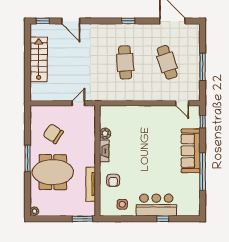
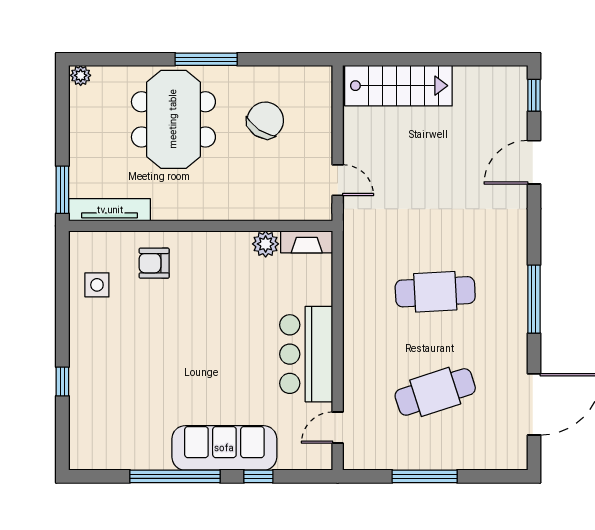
window: (128, 21) -> (534, 299), width x2.17
stairs: (39, 59) -> (398, 86), moved
window: (203, 122) -> (258, 476), moved
fireplace: (104, 151) -> (307, 242), moved
tv unit: (91, 184) -> (110, 210), moved
bar counter: (156, 205) -> (306, 354), moved, turned 180

